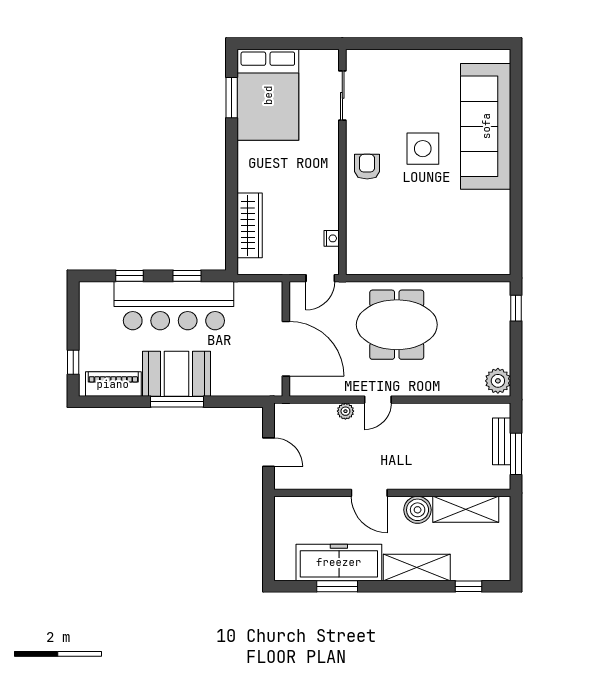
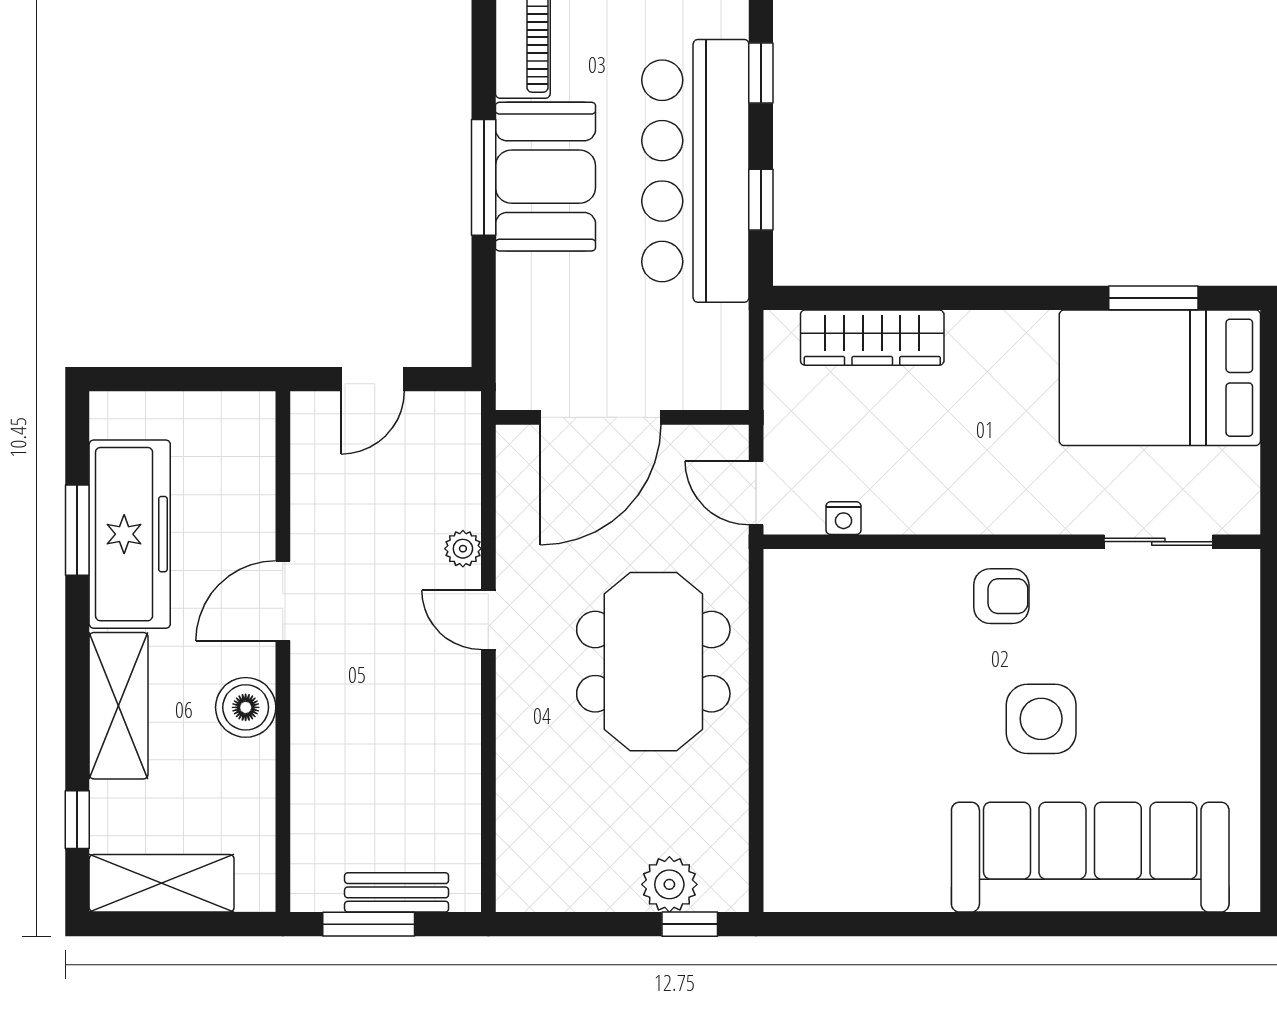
plant: (498, 381) -> (669, 884), moved
shelving: (466, 509) -> (162, 883), moved, turned 90

